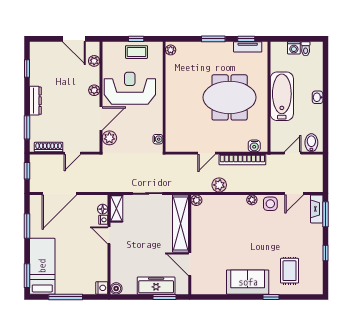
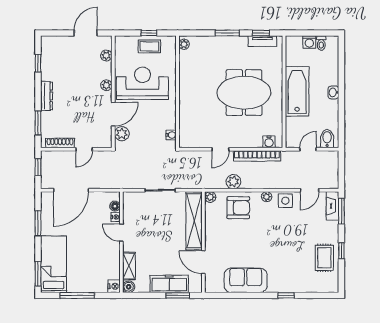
door: (74, 39) -> (86, 33), swing flipped
shelving: (116, 208) -> (129, 266), moved
armchair: (224, 211) -> (238, 208), added
rug: (290, 271) -> (324, 258), moved
sofa: (248, 282) -> (246, 280), moved

